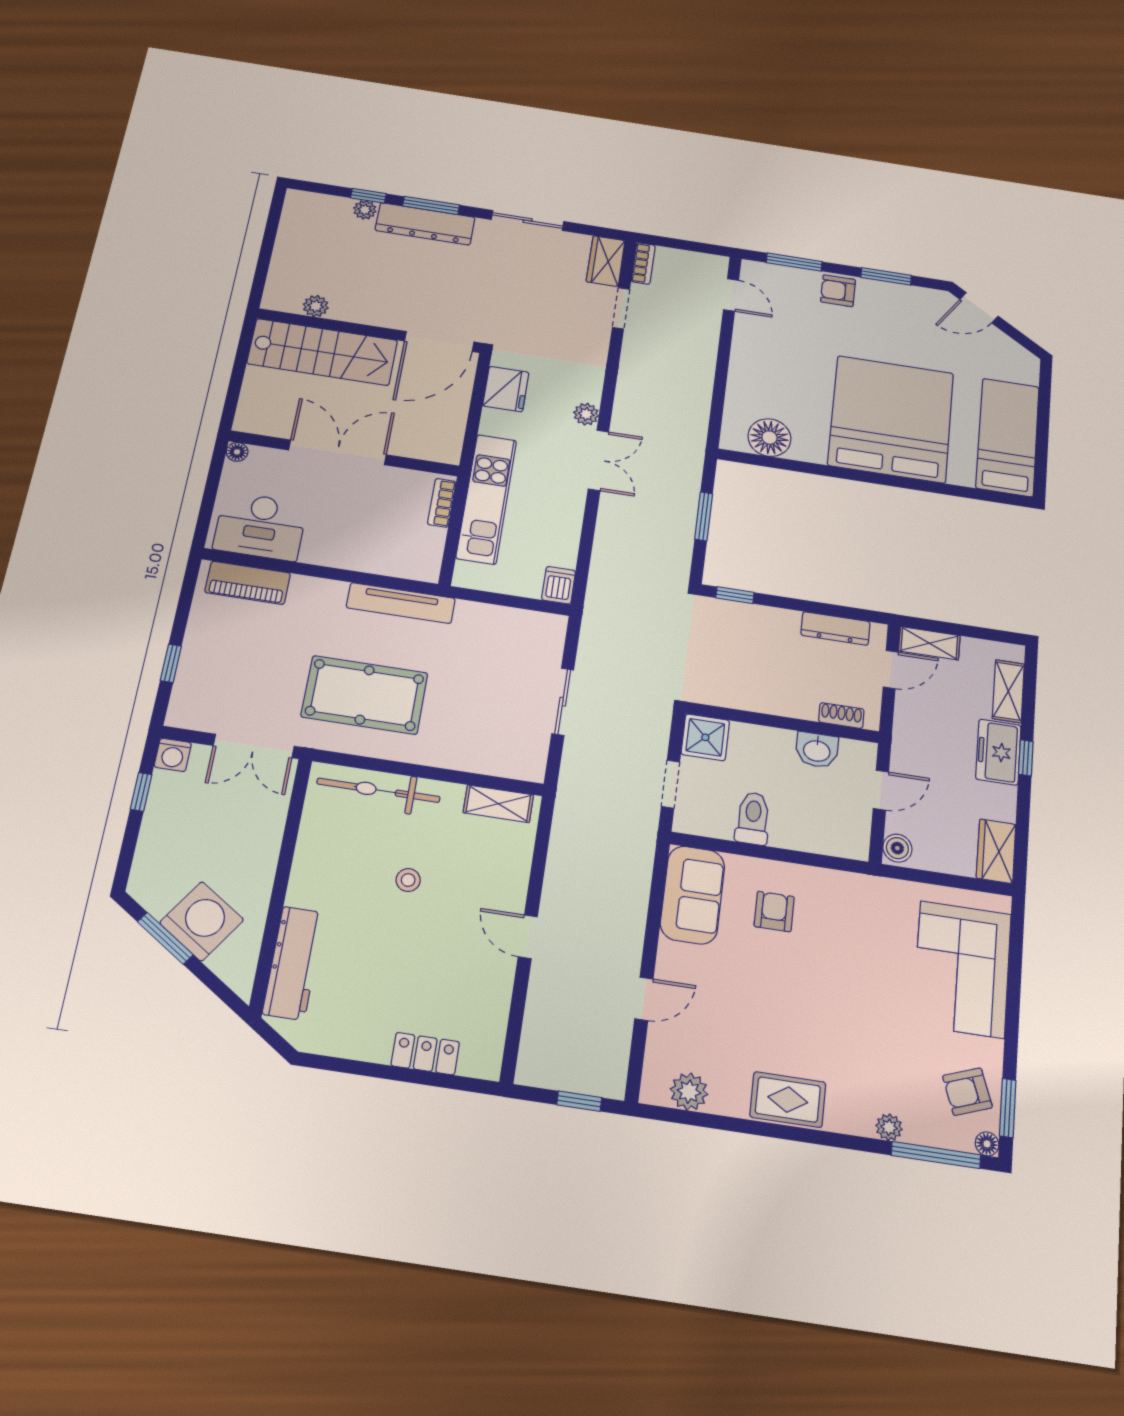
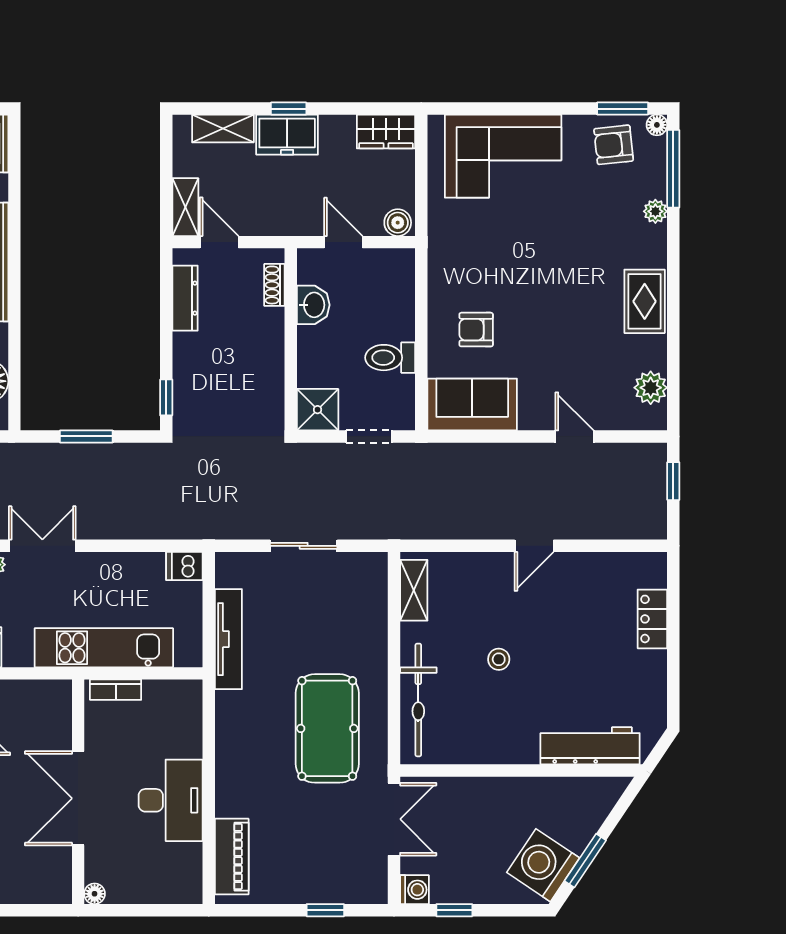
desk: (260, 526) -> (171, 800), moved
tv unit: (401, 603) -> (228, 639), moved
washing machine: (202, 921) -> (543, 865), moved
armchair: (967, 1092) -> (614, 145), turned 104

